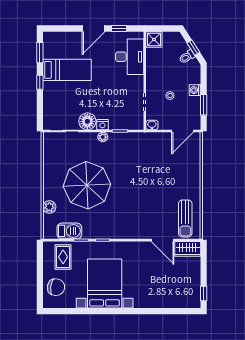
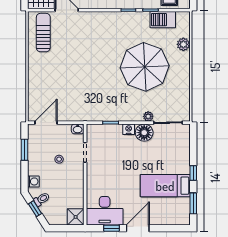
desk: (130, 57) -> (105, 211), moved, turned -90
washing machine: (195, 90) -> (33, 181), moved
plant: (103, 137) -> (148, 116), moved

